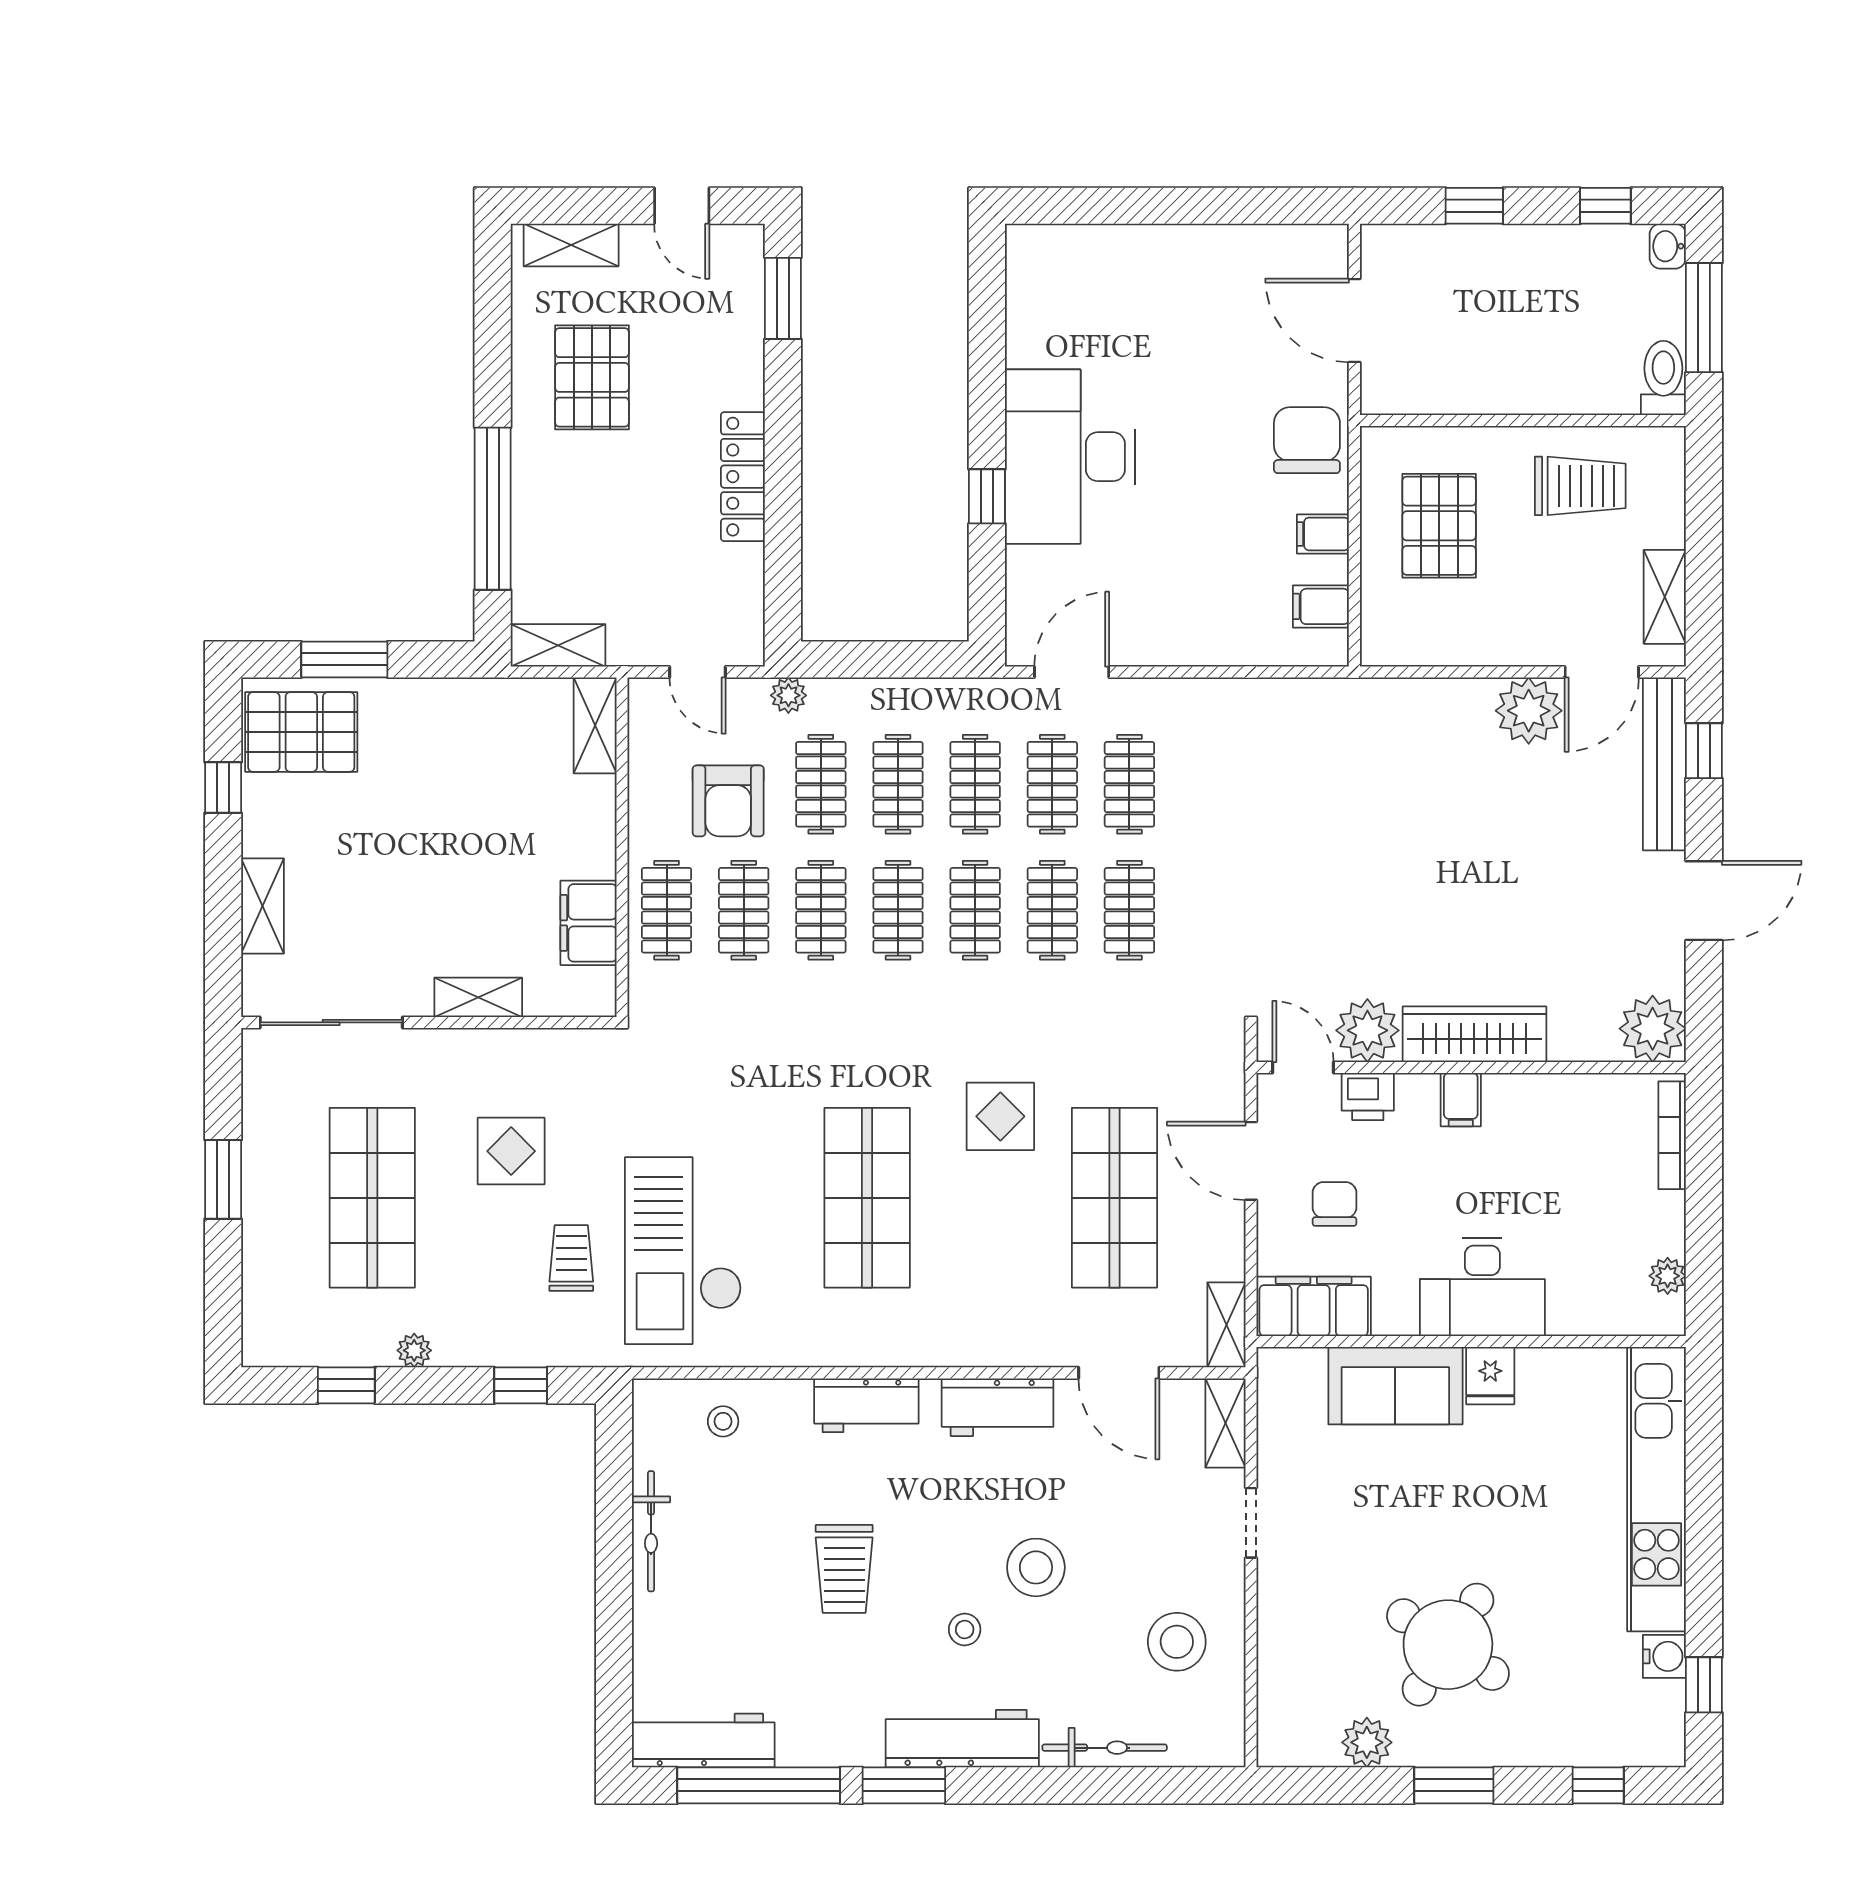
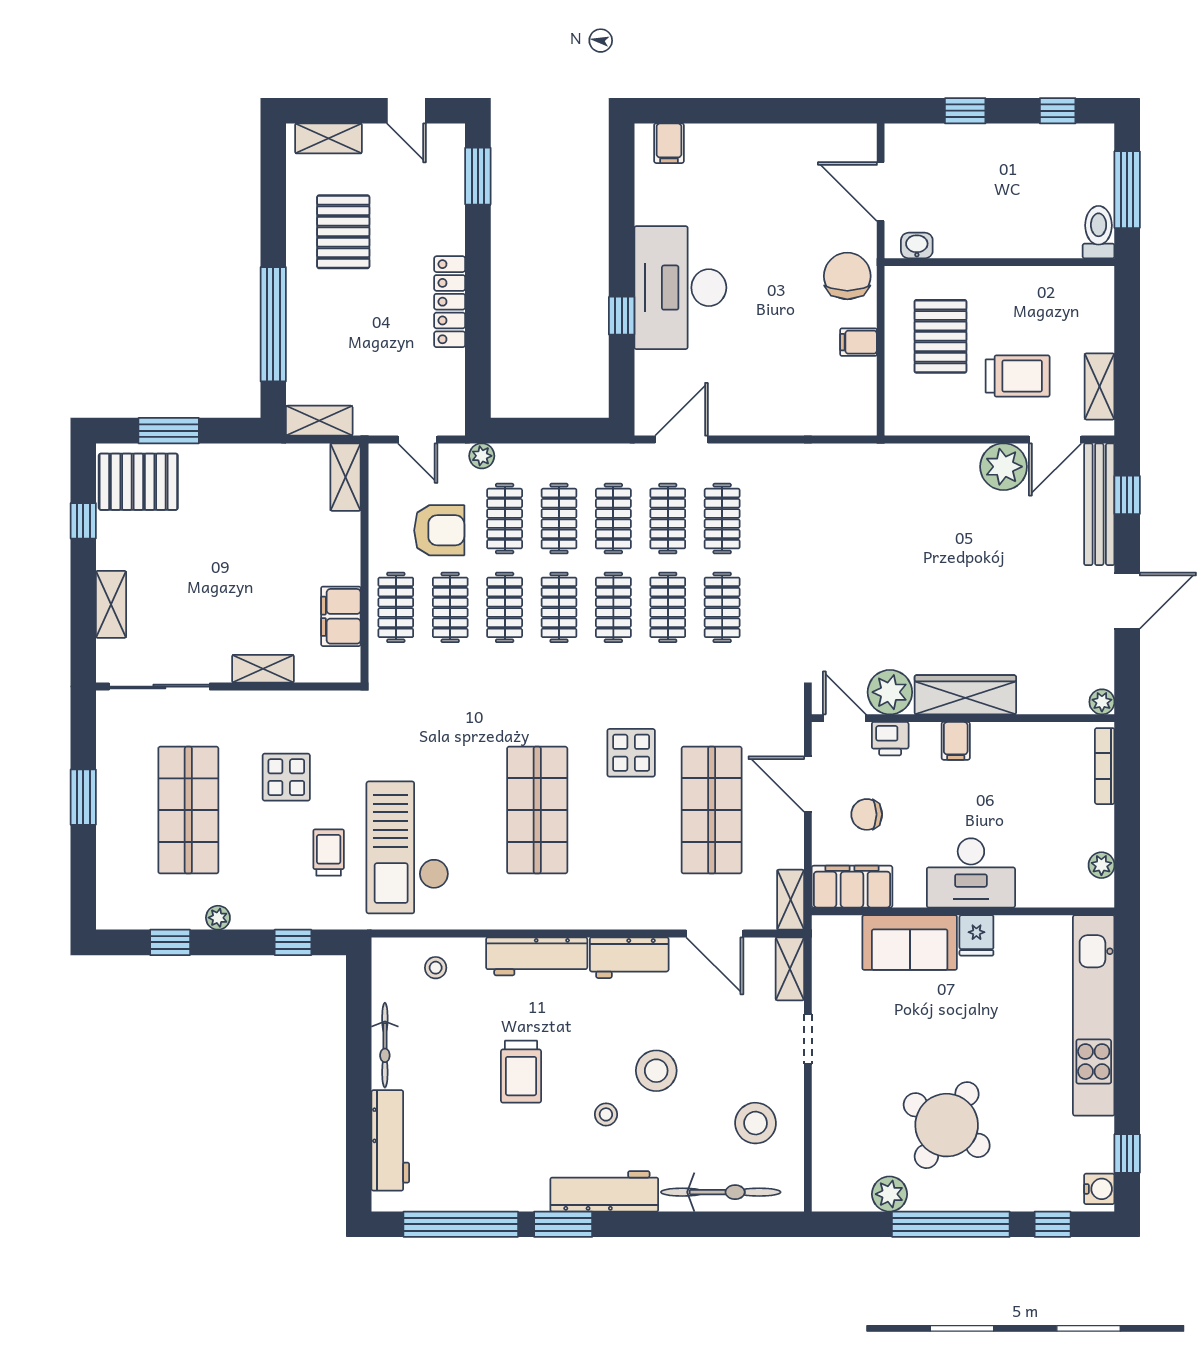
washbasin: (1668, 246) -> (917, 246), moved, turned 90
trolley: (1580, 486) -> (1018, 376), moved
filing cabinet: (1321, 606) -> (669, 143), moved, turned -90
armchair: (728, 801) -> (439, 530), turned -90
plant: (1653, 1029) -> (1102, 702), width x0.53, depth x0.53
chair: (1335, 1204) -> (867, 814), turned -90
workbench: (866, 1405) -> (537, 956), width x1.38
water cooler: (1664, 1656) -> (1099, 1189), moved
workbench: (703, 1741) -> (390, 1140), moved, turned 90
bicycle: (1105, 1748) -> (721, 1192), width x1.37, depth x1.40
window: (1454, 1785) -> (951, 1224), width x2.11

